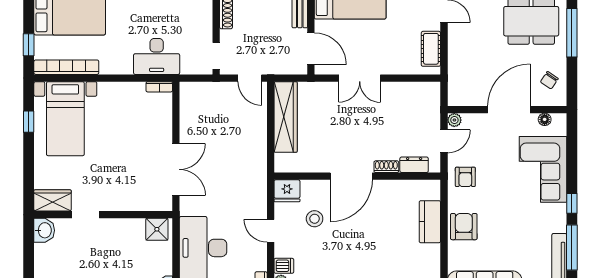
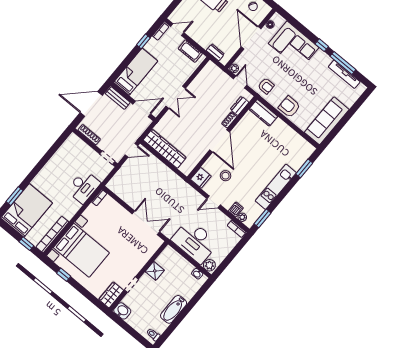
dresser: (455, 81) -> (215, 52), added
bed with nightstands: (65, 119) -> (81, 250), width x1.36
kitchen counter: (430, 222) -> (263, 113), moved
shower: (157, 229) -> (155, 271), moved

